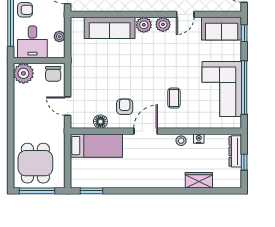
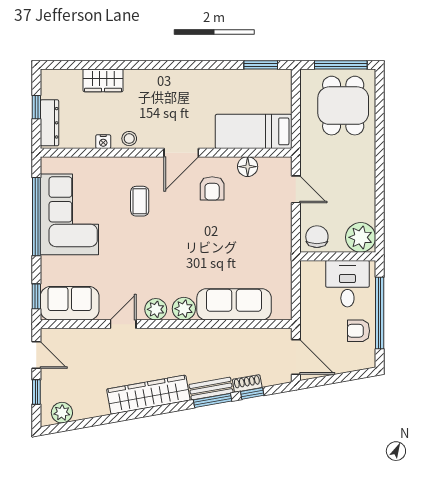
plant: (59, 37) -> (308, 292), removed

